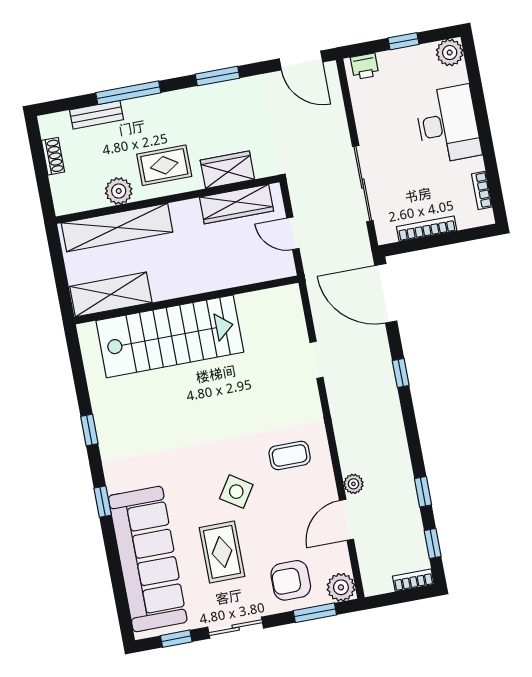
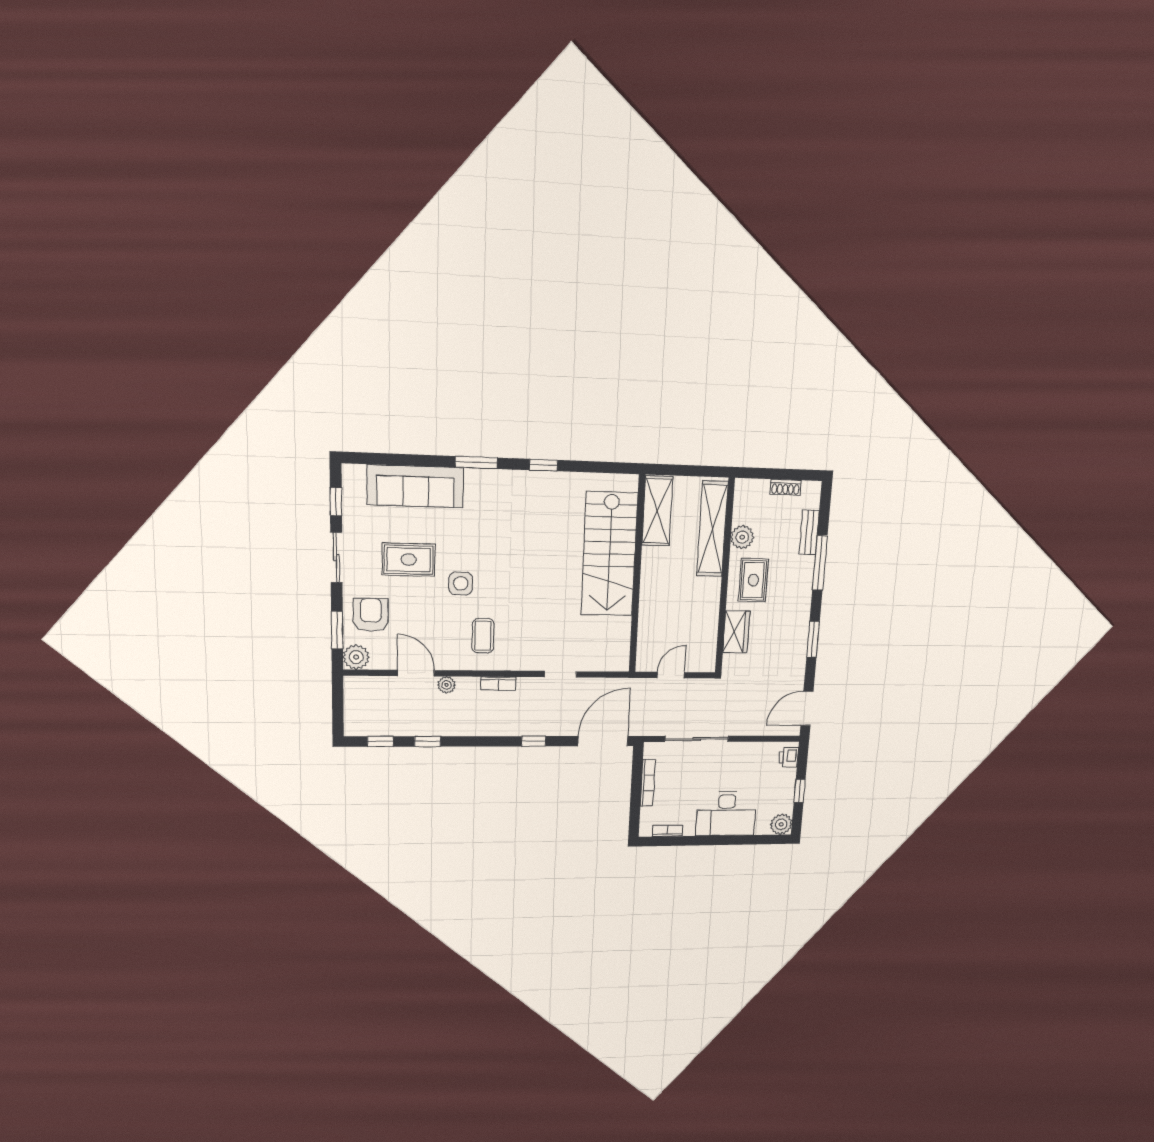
wardrobe: (236, 204) -> (706, 634), removed
side table: (236, 492) -> (461, 583), turned -33
window: (103, 502) -> (476, 463), width x1.50
sofa: (148, 559) -> (415, 486), width x0.74, depth x0.79
bookcase: (413, 580) -> (498, 684), moved, turned 90

